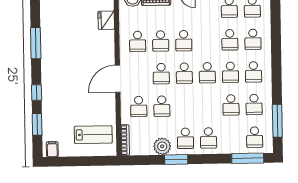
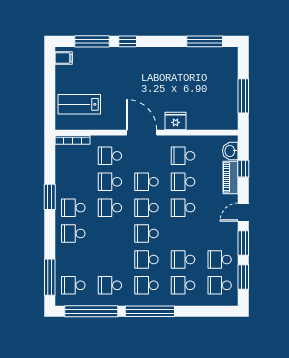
fridge: (106, 20) -> (176, 121), moved
window: (36, 43) -> (205, 41), moved
window: (276, 69) -> (150, 311), added
school desk: (231, 105) -> (110, 208), moved
window: (277, 121) -> (91, 311), width x1.46
window: (37, 124) -> (92, 41), width x1.44
lab bench: (93, 135) -> (79, 104), turned 90
plant: (162, 146) -> (65, 181), removed

